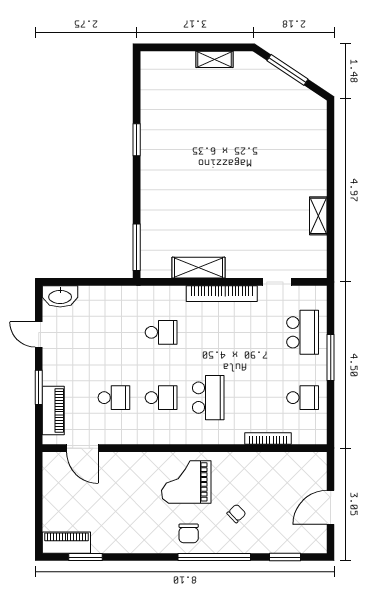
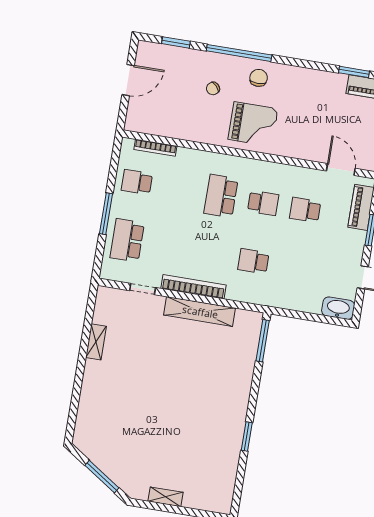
shelving: (199, 268) -> (200, 312), width x1.47
school desk: (161, 398) -> (263, 203), turned 180
bookcase: (268, 438) -> (155, 148), moved

